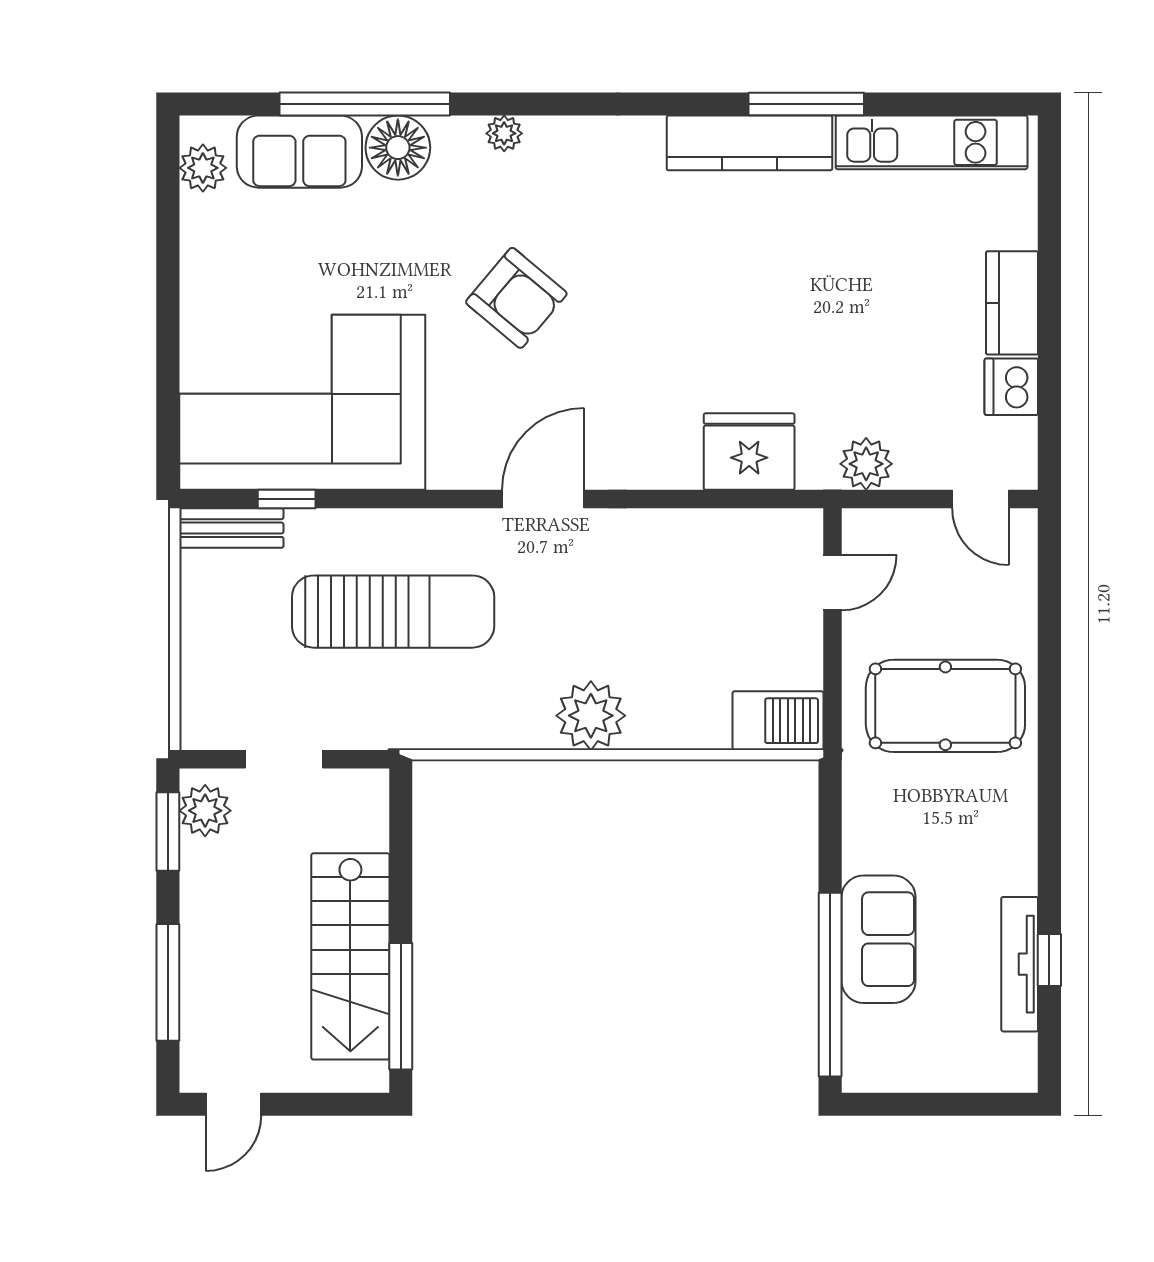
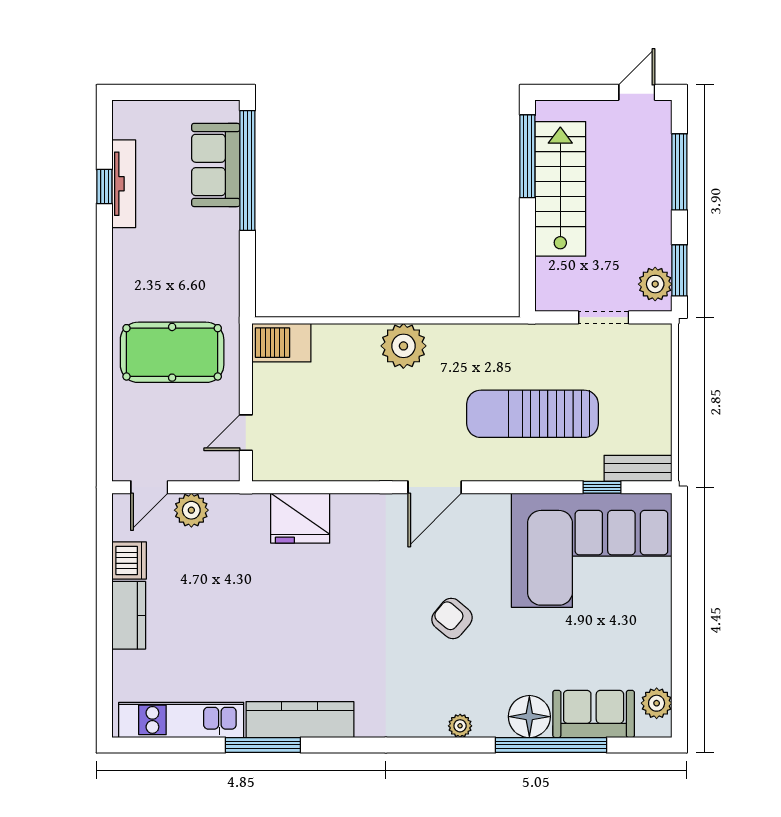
armchair: (516, 298) -> (452, 618), width x0.72, depth x0.72
plant: (866, 464) -> (191, 510), moved
door: (980, 499) -> (149, 487), swing flipped
sofa: (878, 939) -> (216, 165), moved

